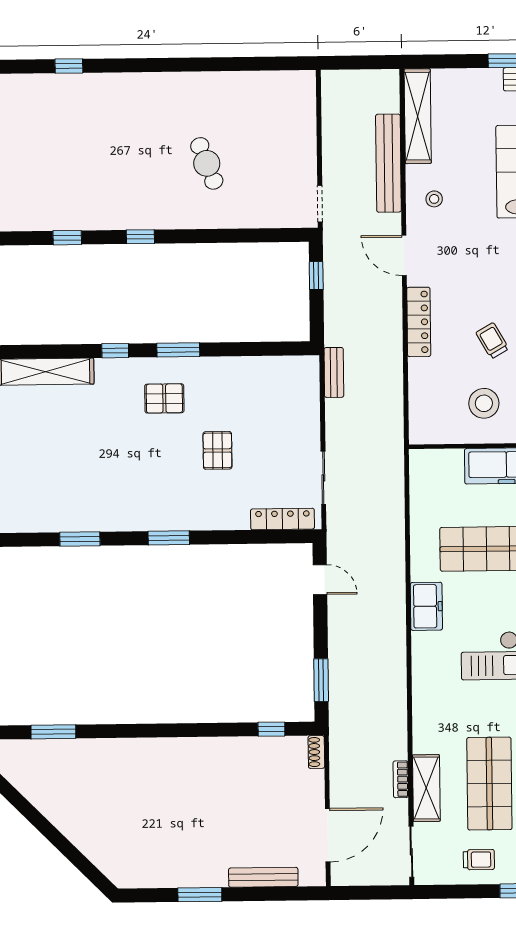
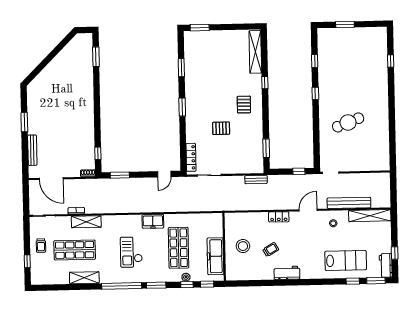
cafe table: (207, 163) -> (348, 122), width x1.37, depth x1.35
locker: (419, 322) -> (279, 217), width x0.66
window: (178, 350) -> (266, 148), moved
shelving: (426, 788) -> (86, 222), moved

